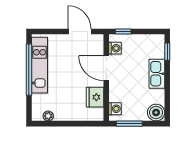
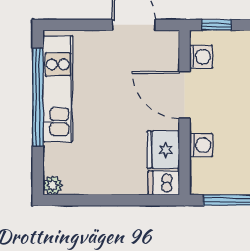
washing machine: (115, 109) -> (201, 145), moved
dishwasher: (95, 115) -> (164, 183), added
plant: (48, 116) -> (53, 185), moved

